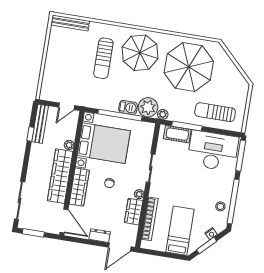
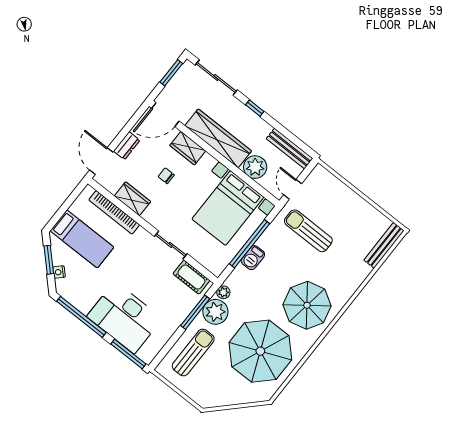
sun lounger: (103, 58) -> (308, 231), moved
plant: (148, 107) -> (215, 312), moved
window: (30, 134) -> (255, 108), moved
cot: (177, 134) -> (191, 277), moved, turned 90
plant: (69, 145) -> (255, 167), width x1.88, depth x1.88
desk: (213, 151) -> (125, 318), moved, turned 90
chair: (109, 183) -> (166, 176), moved
wardrobe: (79, 187) -> (188, 148), width x0.67
plant: (139, 194) -> (149, 216), removed
stool: (220, 206) -> (84, 299), removed

